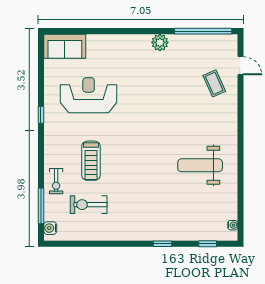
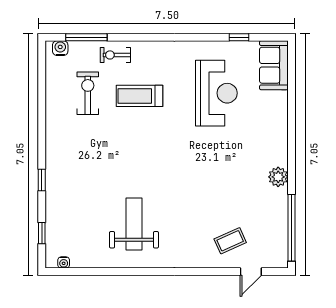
window: (41, 115) -> (239, 37), moved

